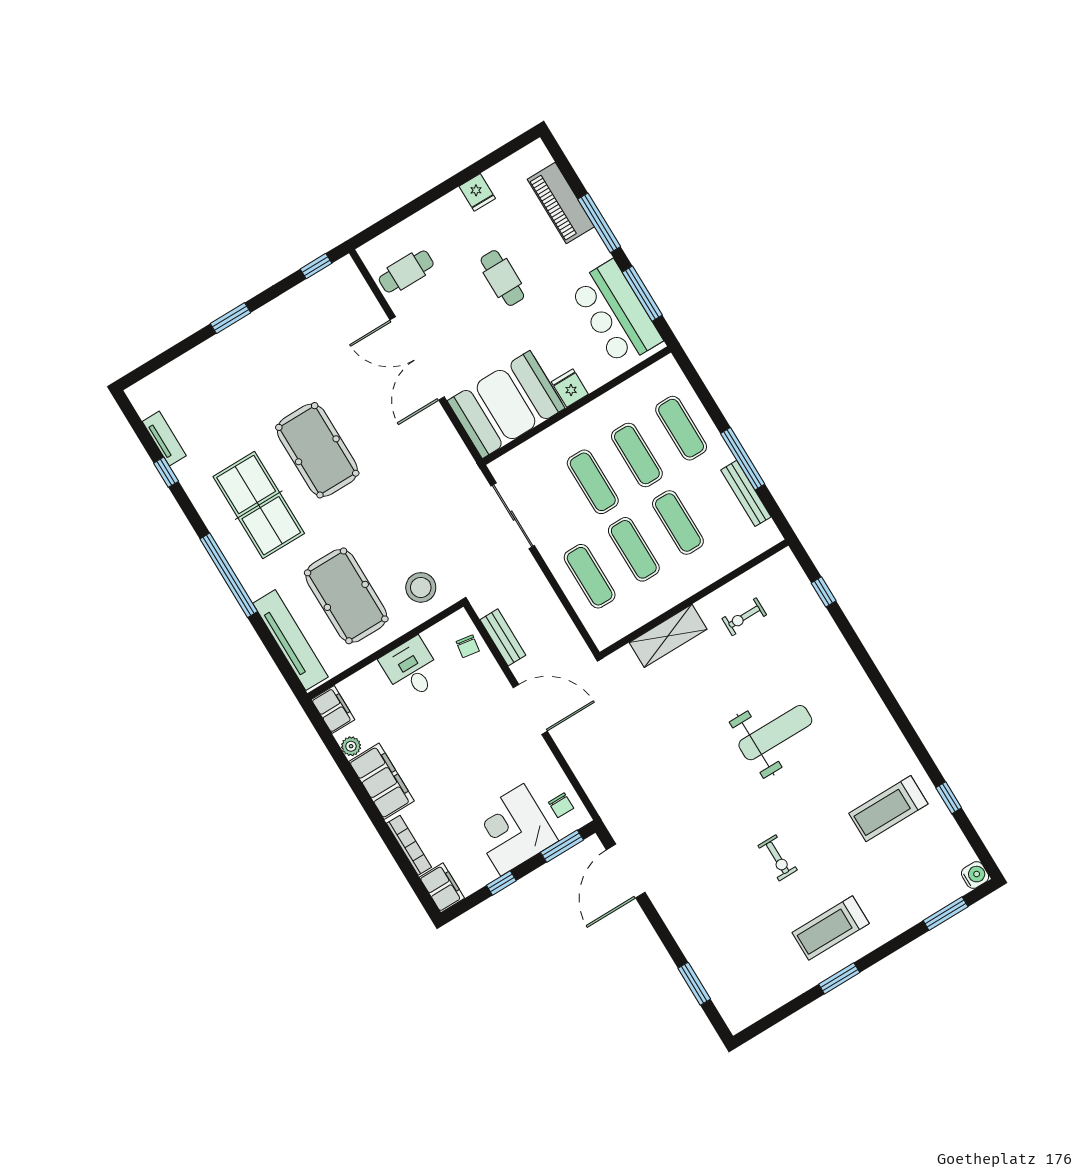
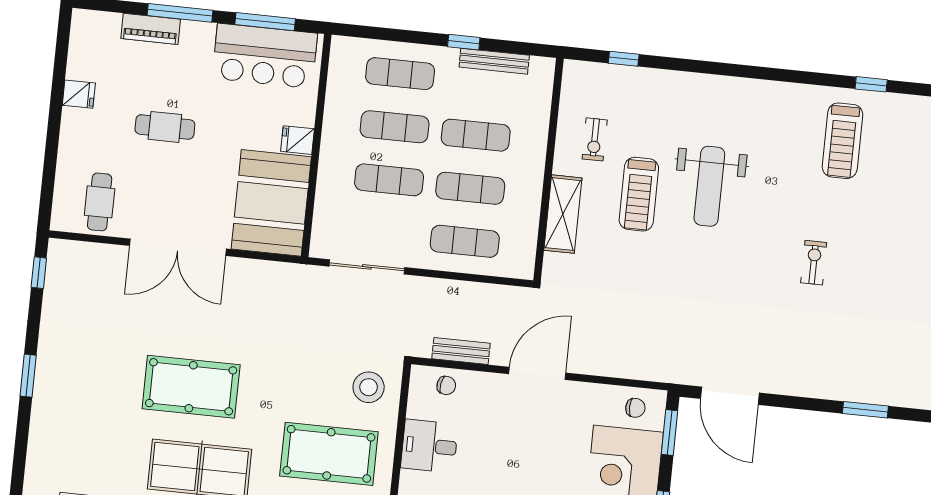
piano: (561, 203) -> (151, 29), width x0.73, depth x0.75
window: (743, 459) -> (464, 42), width x0.46
weight bench: (775, 733) -> (709, 186), turned 180
exercise bike: (778, 858) -> (814, 263), turned -90
treadmill: (831, 928) -> (639, 194), moved

